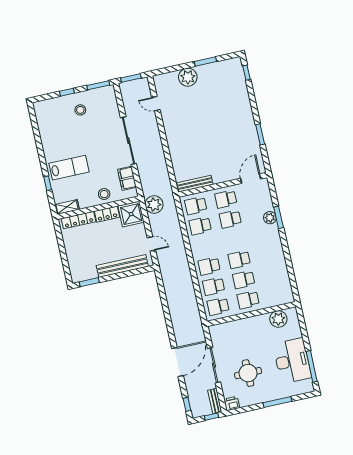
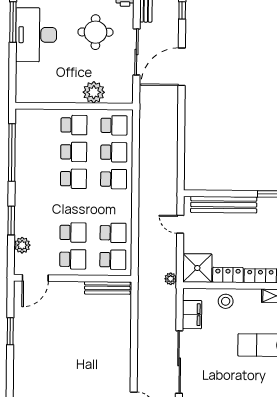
plant: (154, 205) -> (171, 279), width x0.53, depth x0.53
plant: (270, 218) -> (22, 245), moved
window: (290, 269) -> (12, 152), added
plant: (278, 319) -> (94, 92), moved

